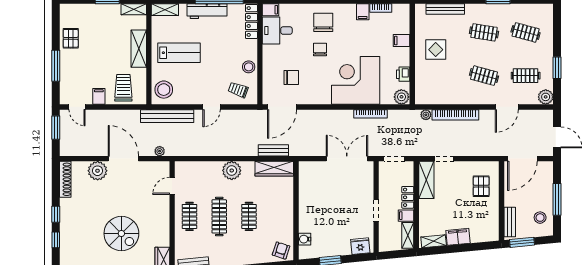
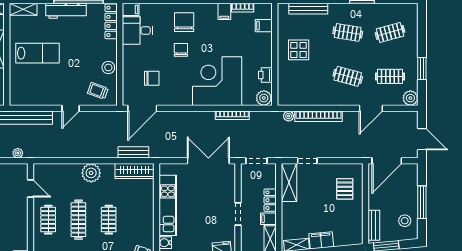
clothes rail: (526, 32) -> (390, 32), turned -30
filing cabinet: (402, 41) -> (264, 26), moved
stool: (164, 90) -> (22, 91), removed
door: (172, 186) -> (31, 188), swing flipped
kitchen unit: (307, 202) -> (168, 205), added

